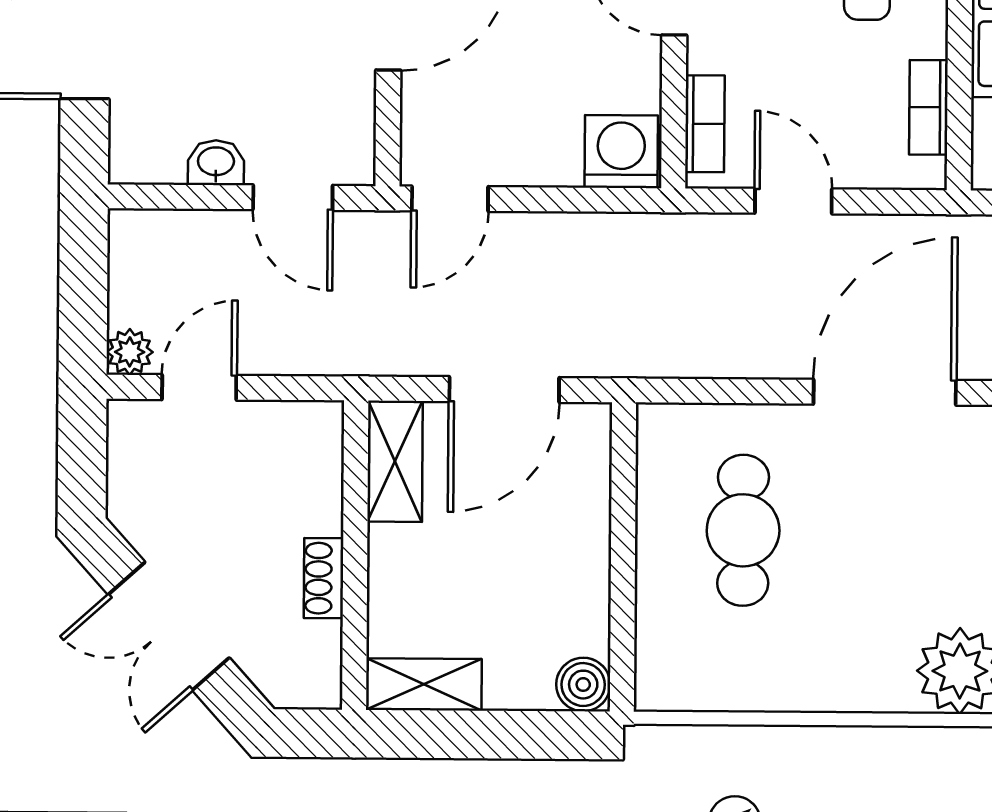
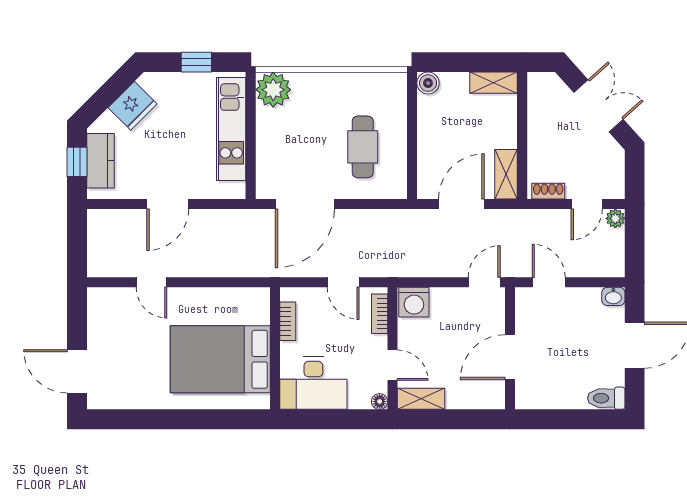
washbasin: (216, 163) -> (613, 296), moved
shoe rack: (324, 578) -> (548, 191), moved, turned -90

